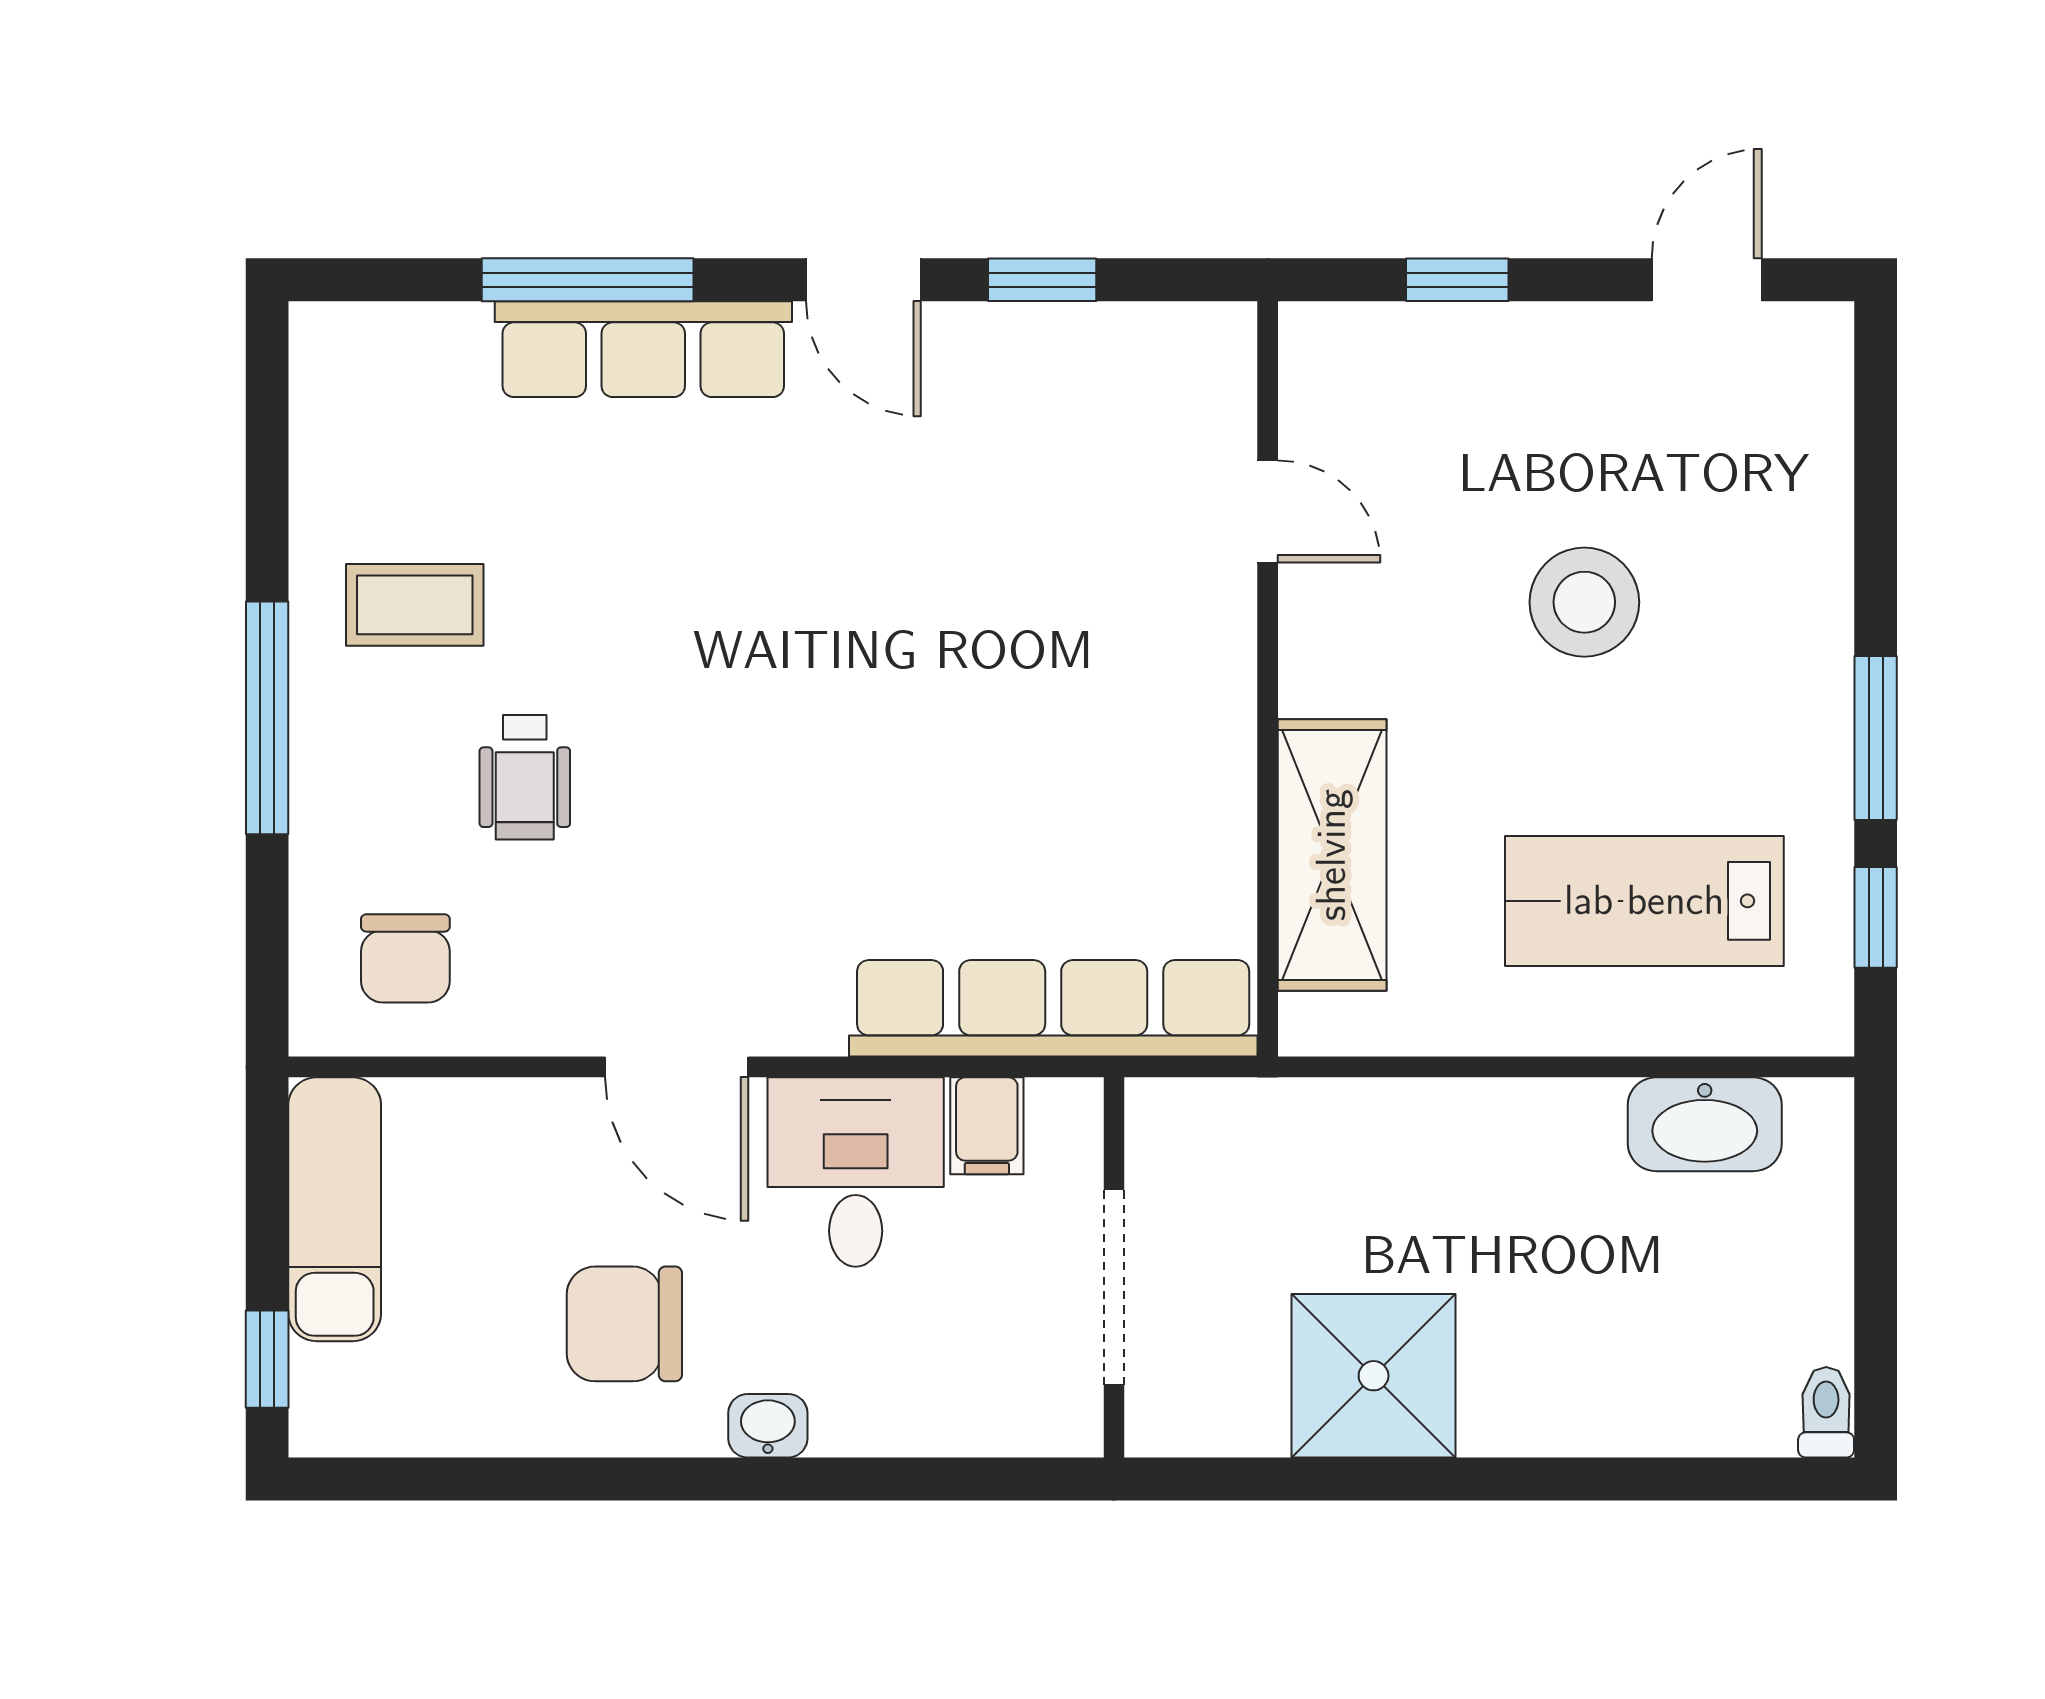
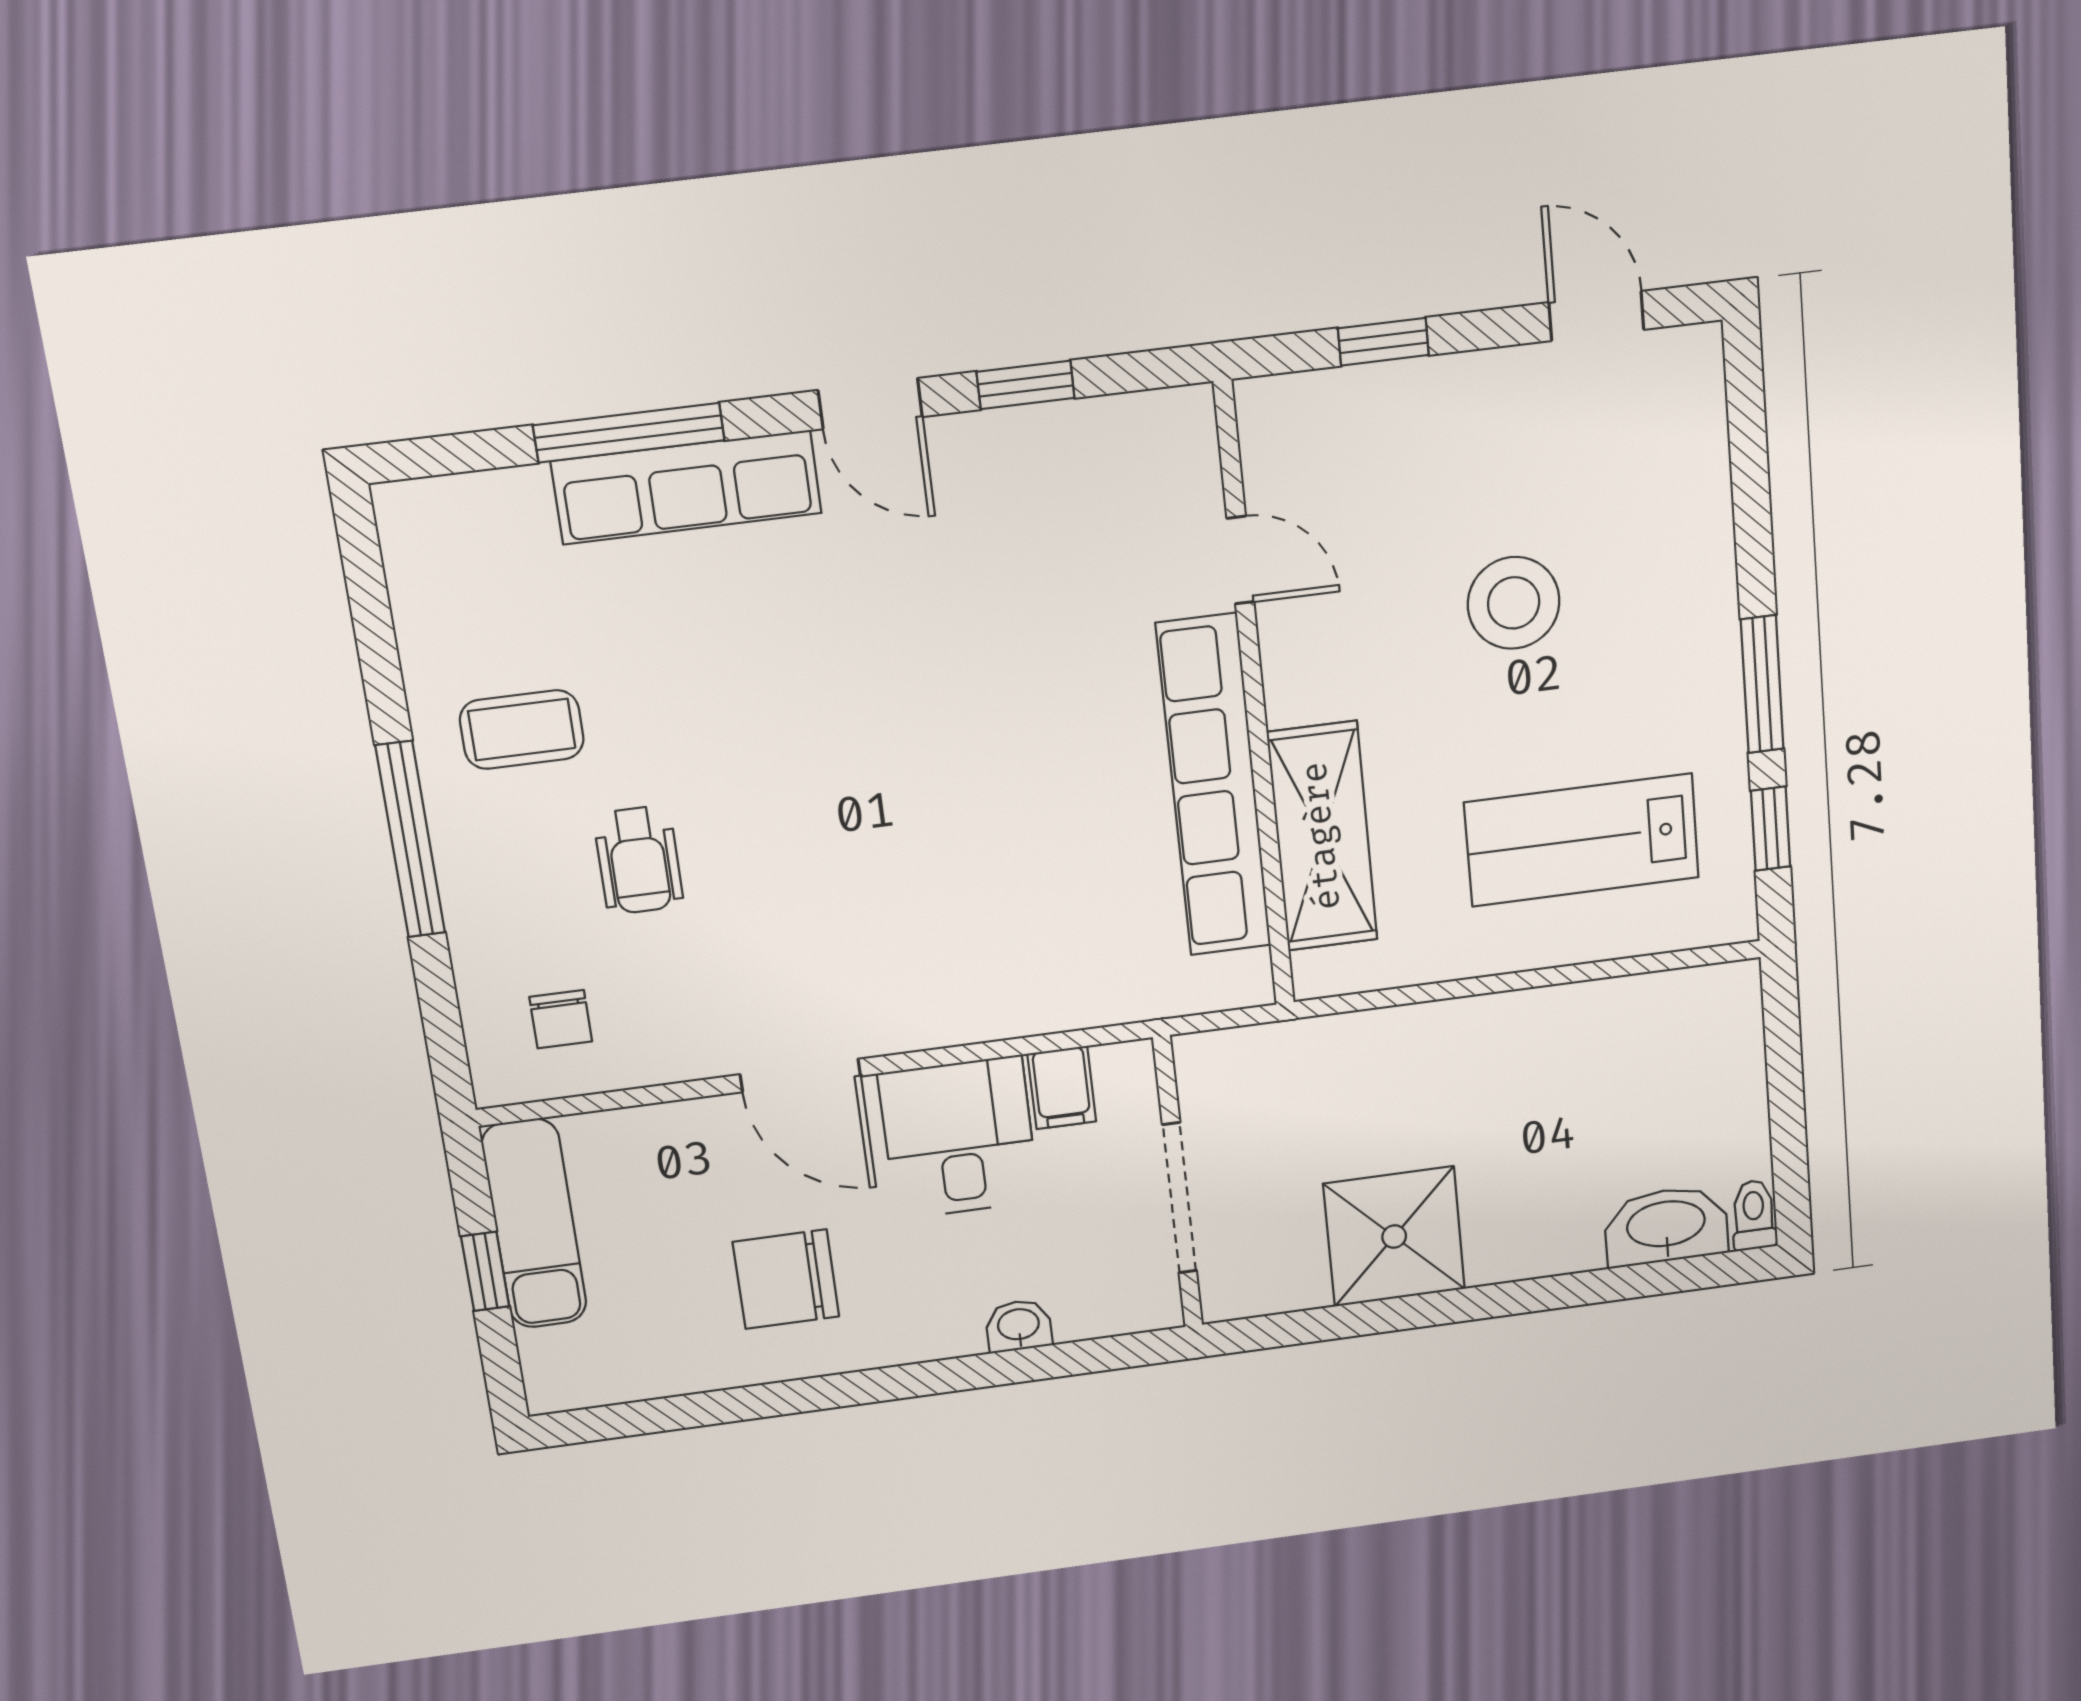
door: (1707, 280) -> (1596, 316), hinge flipped
chair: (405, 958) -> (561, 1019), width x0.73, depth x0.73
row of seats: (1053, 1008) -> (1214, 786), moved, turned -90
washbasin: (1705, 1124) -> (1666, 1226), moved, turned 180
window: (267, 1359) -> (485, 1271), moved
washbasin: (768, 1426) -> (1019, 1326), moved

